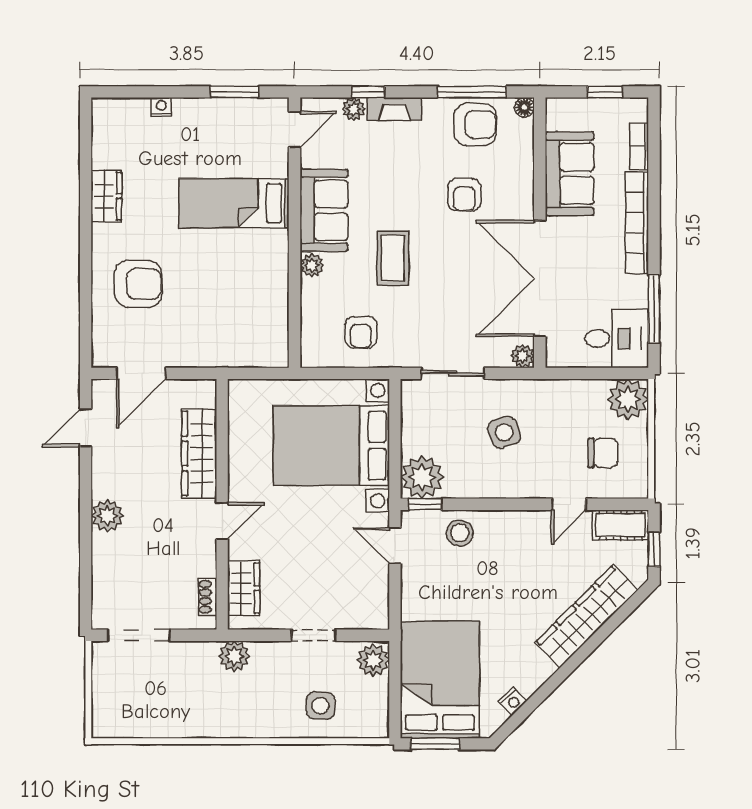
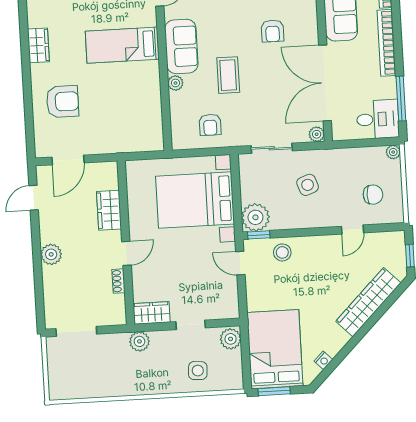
plant: (628, 399) -> (393, 152), width x0.53, depth x0.53
wardrobe: (199, 453) -> (109, 210), width x0.67
cot: (620, 525) -> (387, 241), removed
wardrobe: (244, 588) -> (152, 313), moved, turned -90
shoe rack: (208, 597) -> (118, 281), moved

